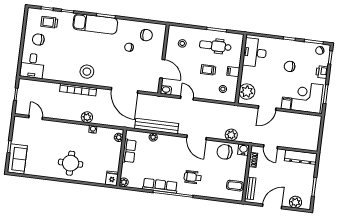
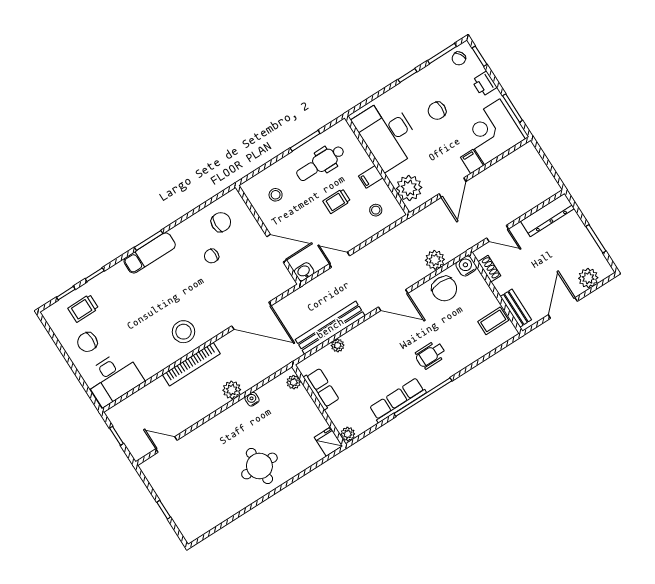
exam couch: (95, 24) -> (150, 253), width x0.73, depth x0.69
desk: (255, 53) -> (387, 134), width x1.36, depth x1.30
desk: (32, 66) -> (113, 378), width x1.37
chair: (225, 152) -> (444, 289), turned -90
sofa: (17, 159) -> (187, 517), removed

